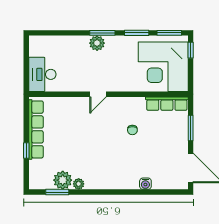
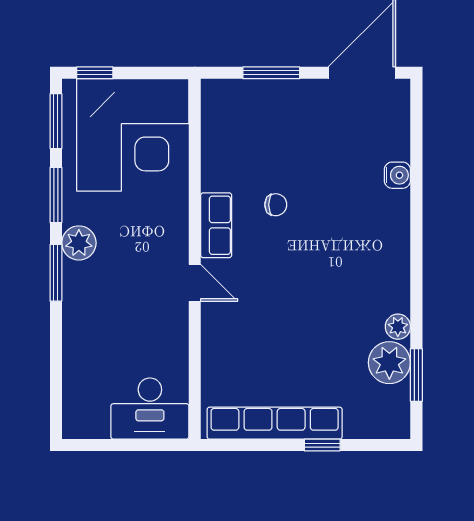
plant: (97, 43) -> (79, 243), moved
row of seats: (167, 104) -> (216, 225), moved, width x0.68

